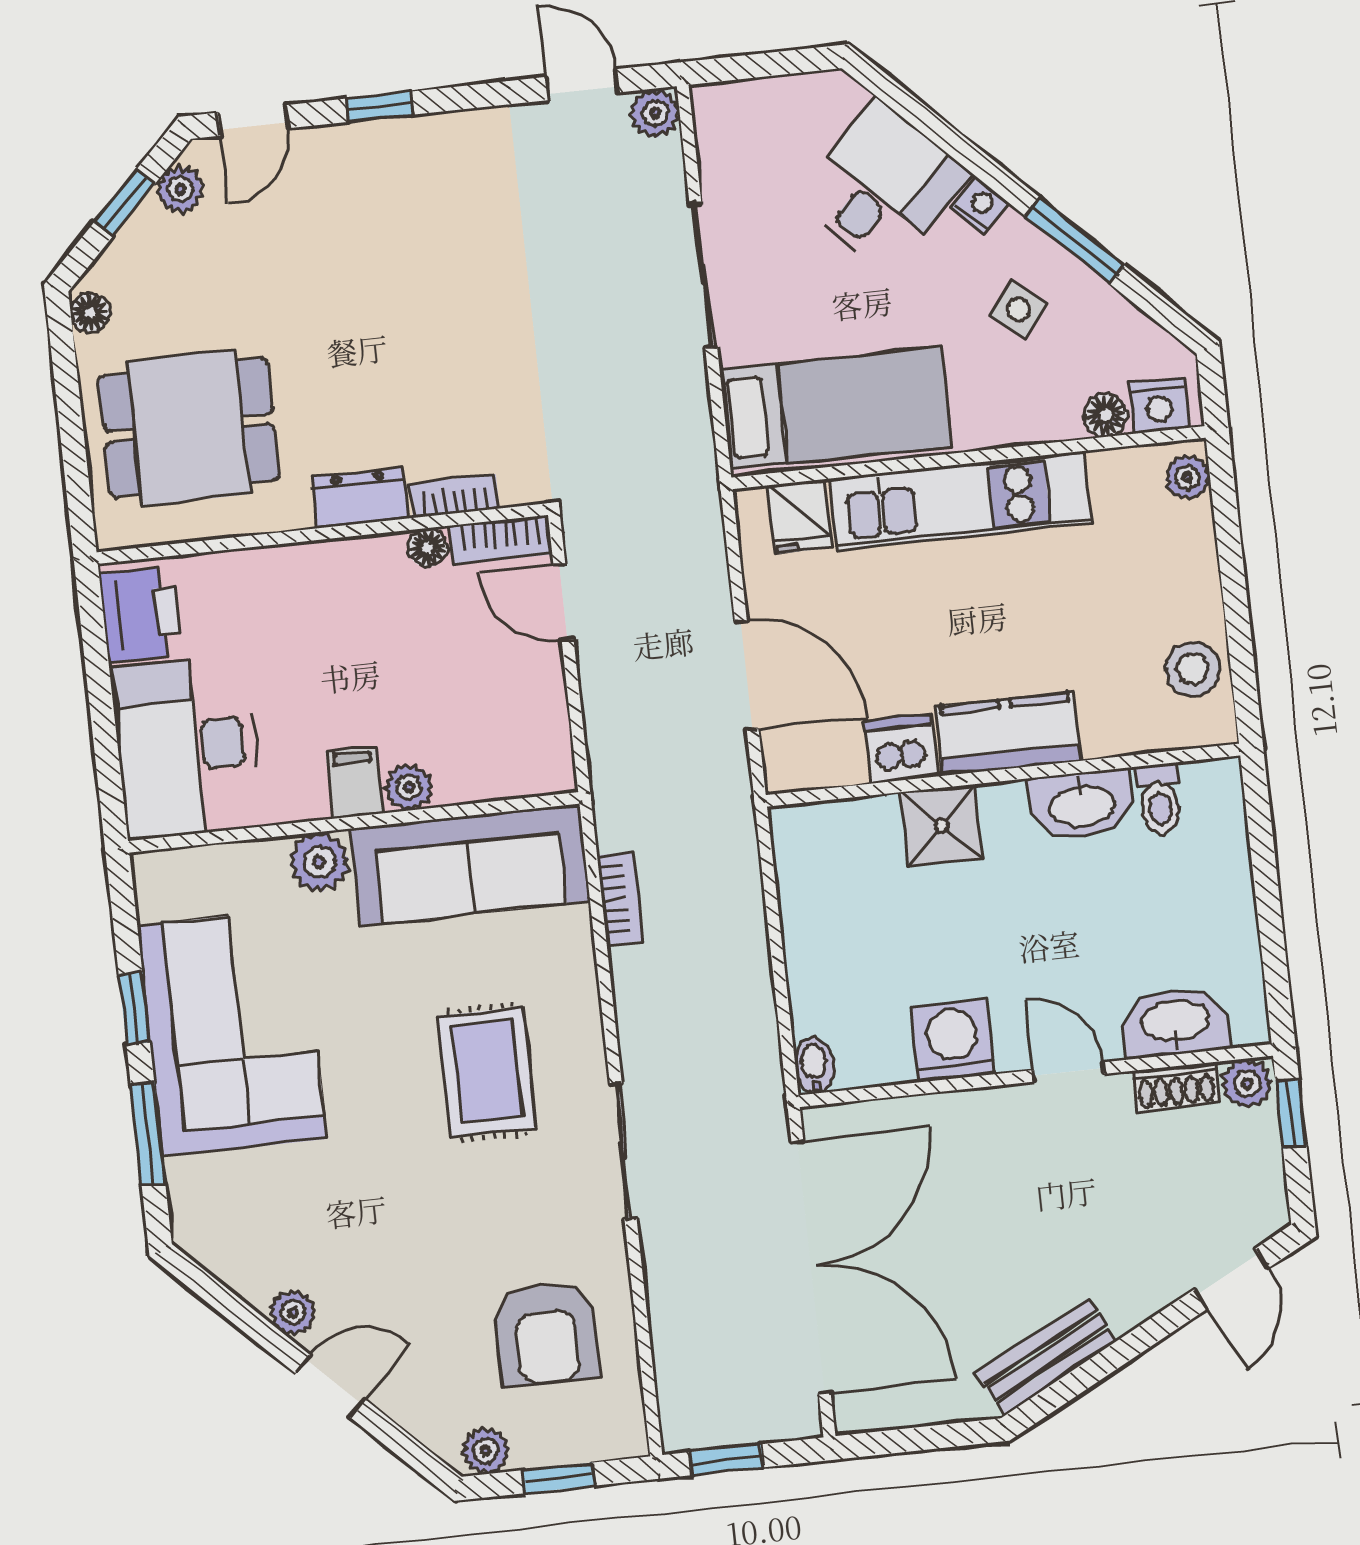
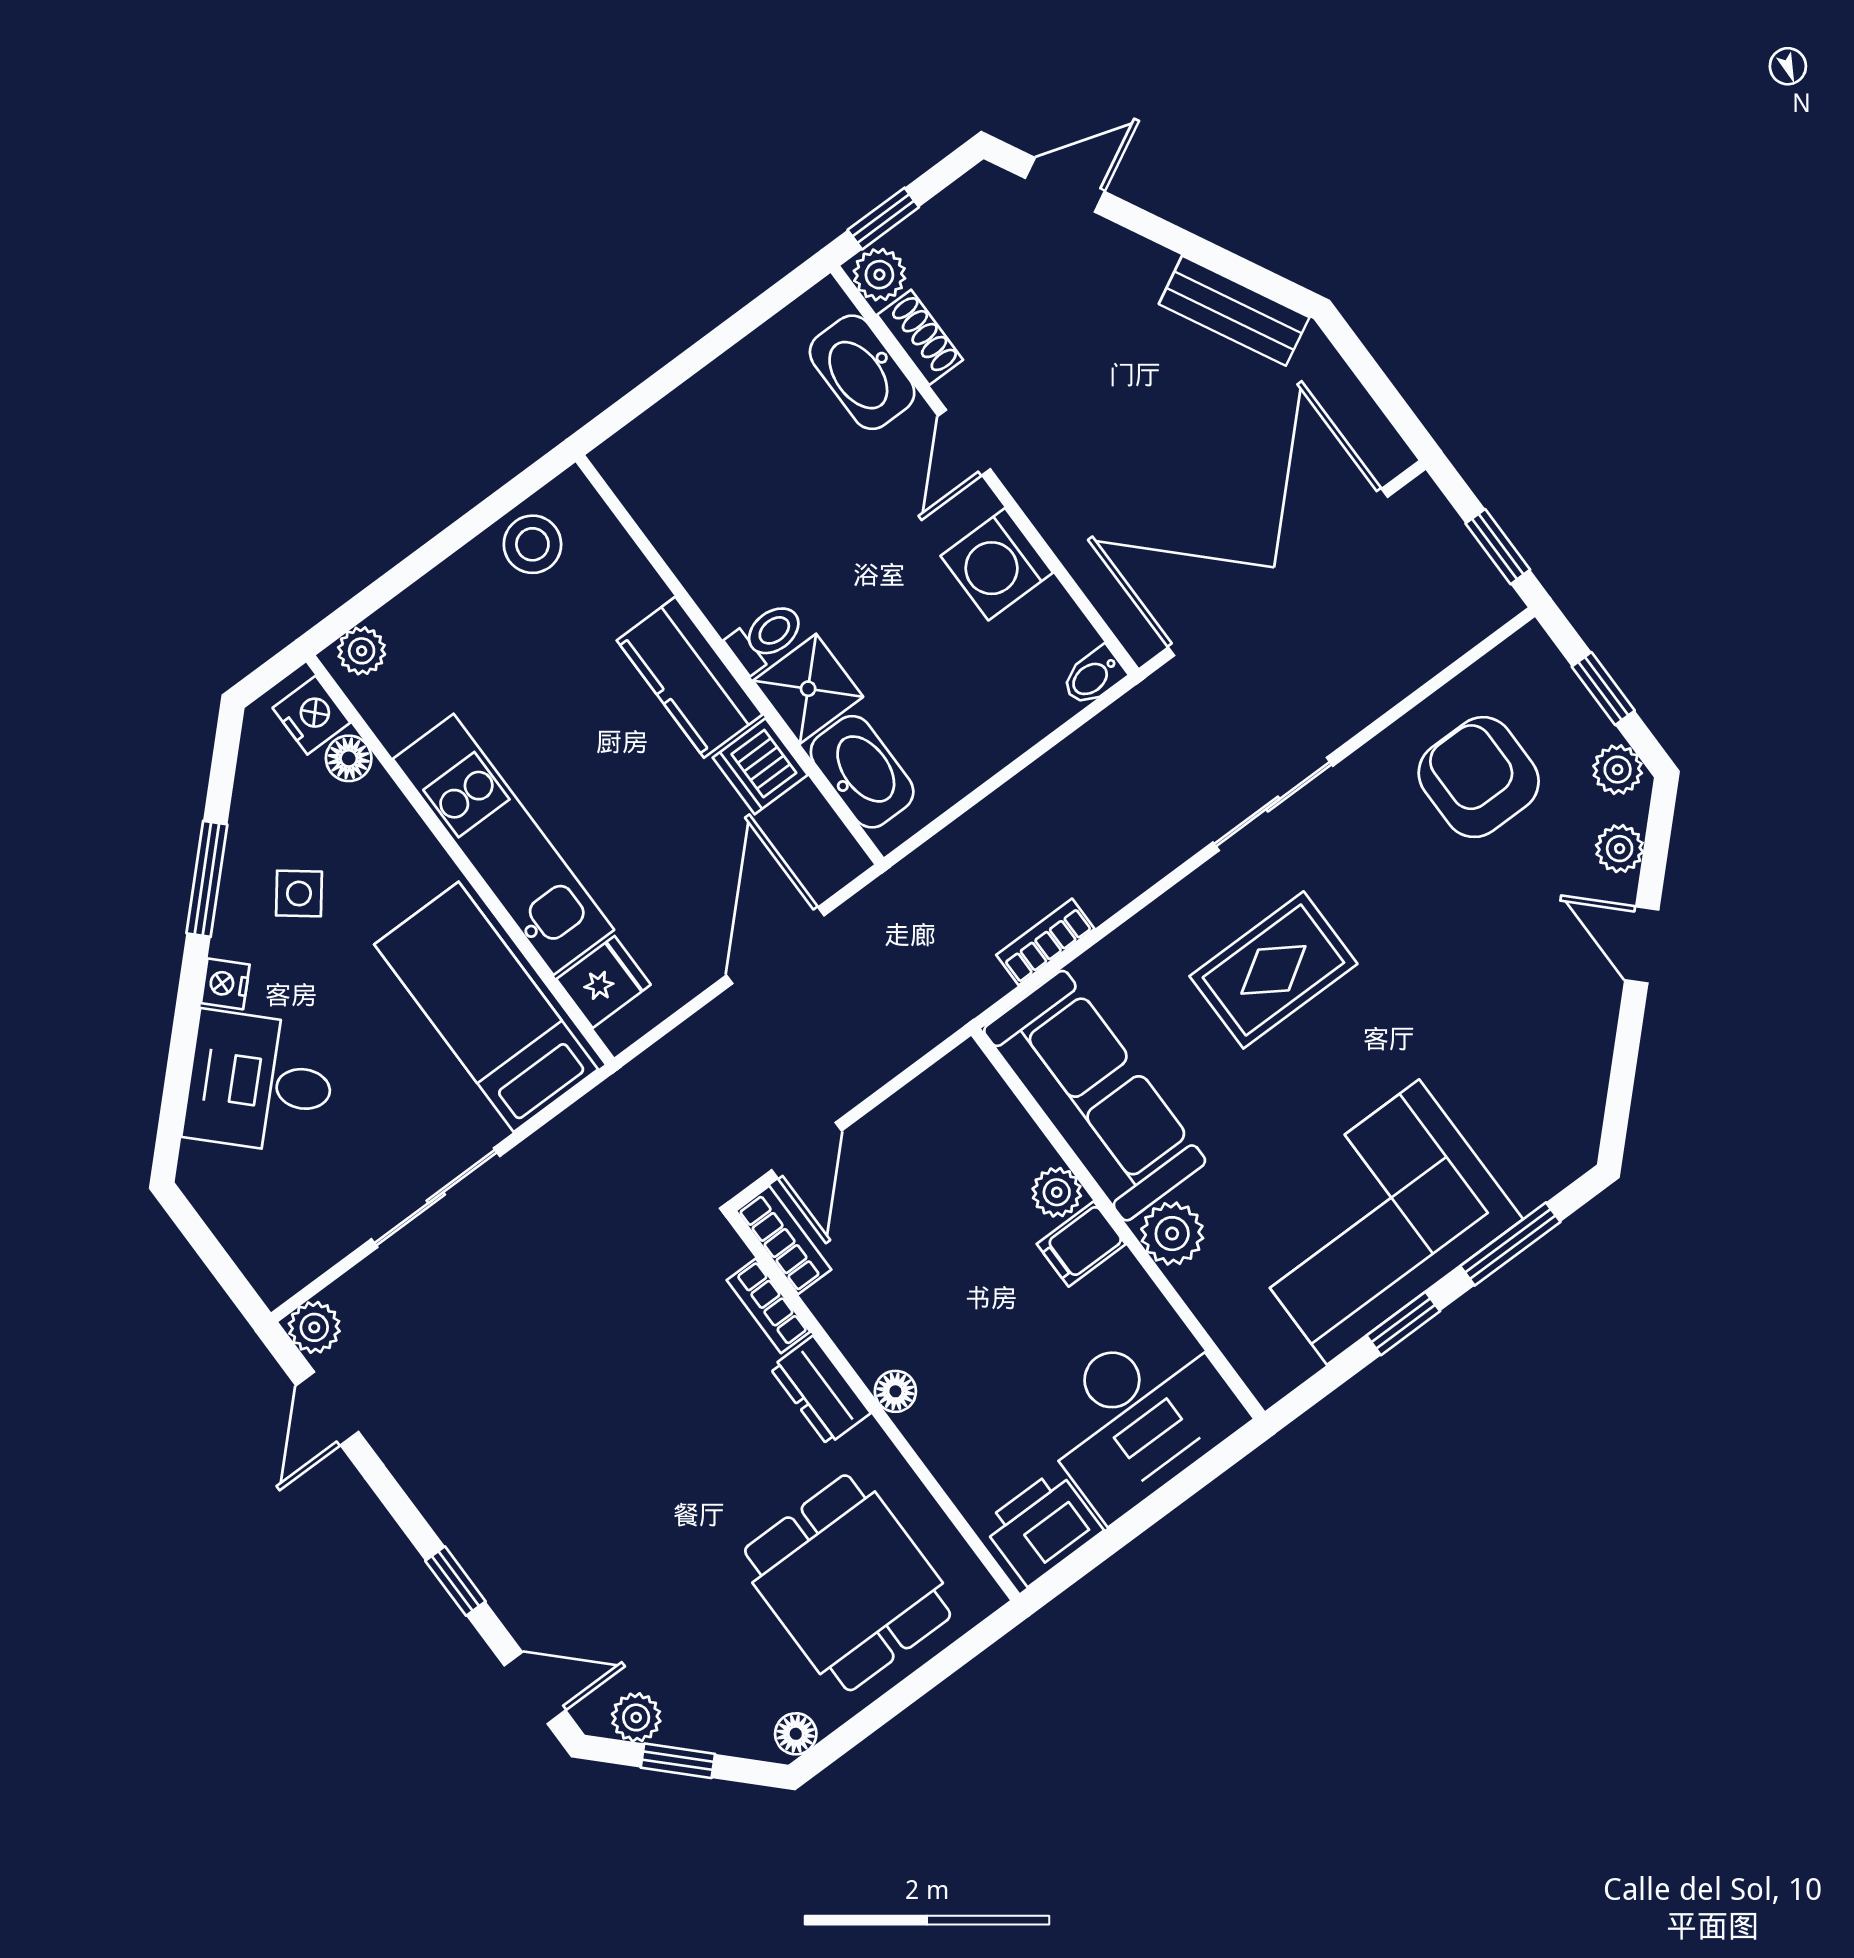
floor lamp: (428, 548) -> (895, 1391), moved
toilet: (1160, 799) -> (766, 637), moved
washbasin: (1082, 804) -> (862, 772), moved
plant: (293, 1312) -> (1620, 849), moved
armchair: (546, 1333) -> (1479, 777), turned -90

